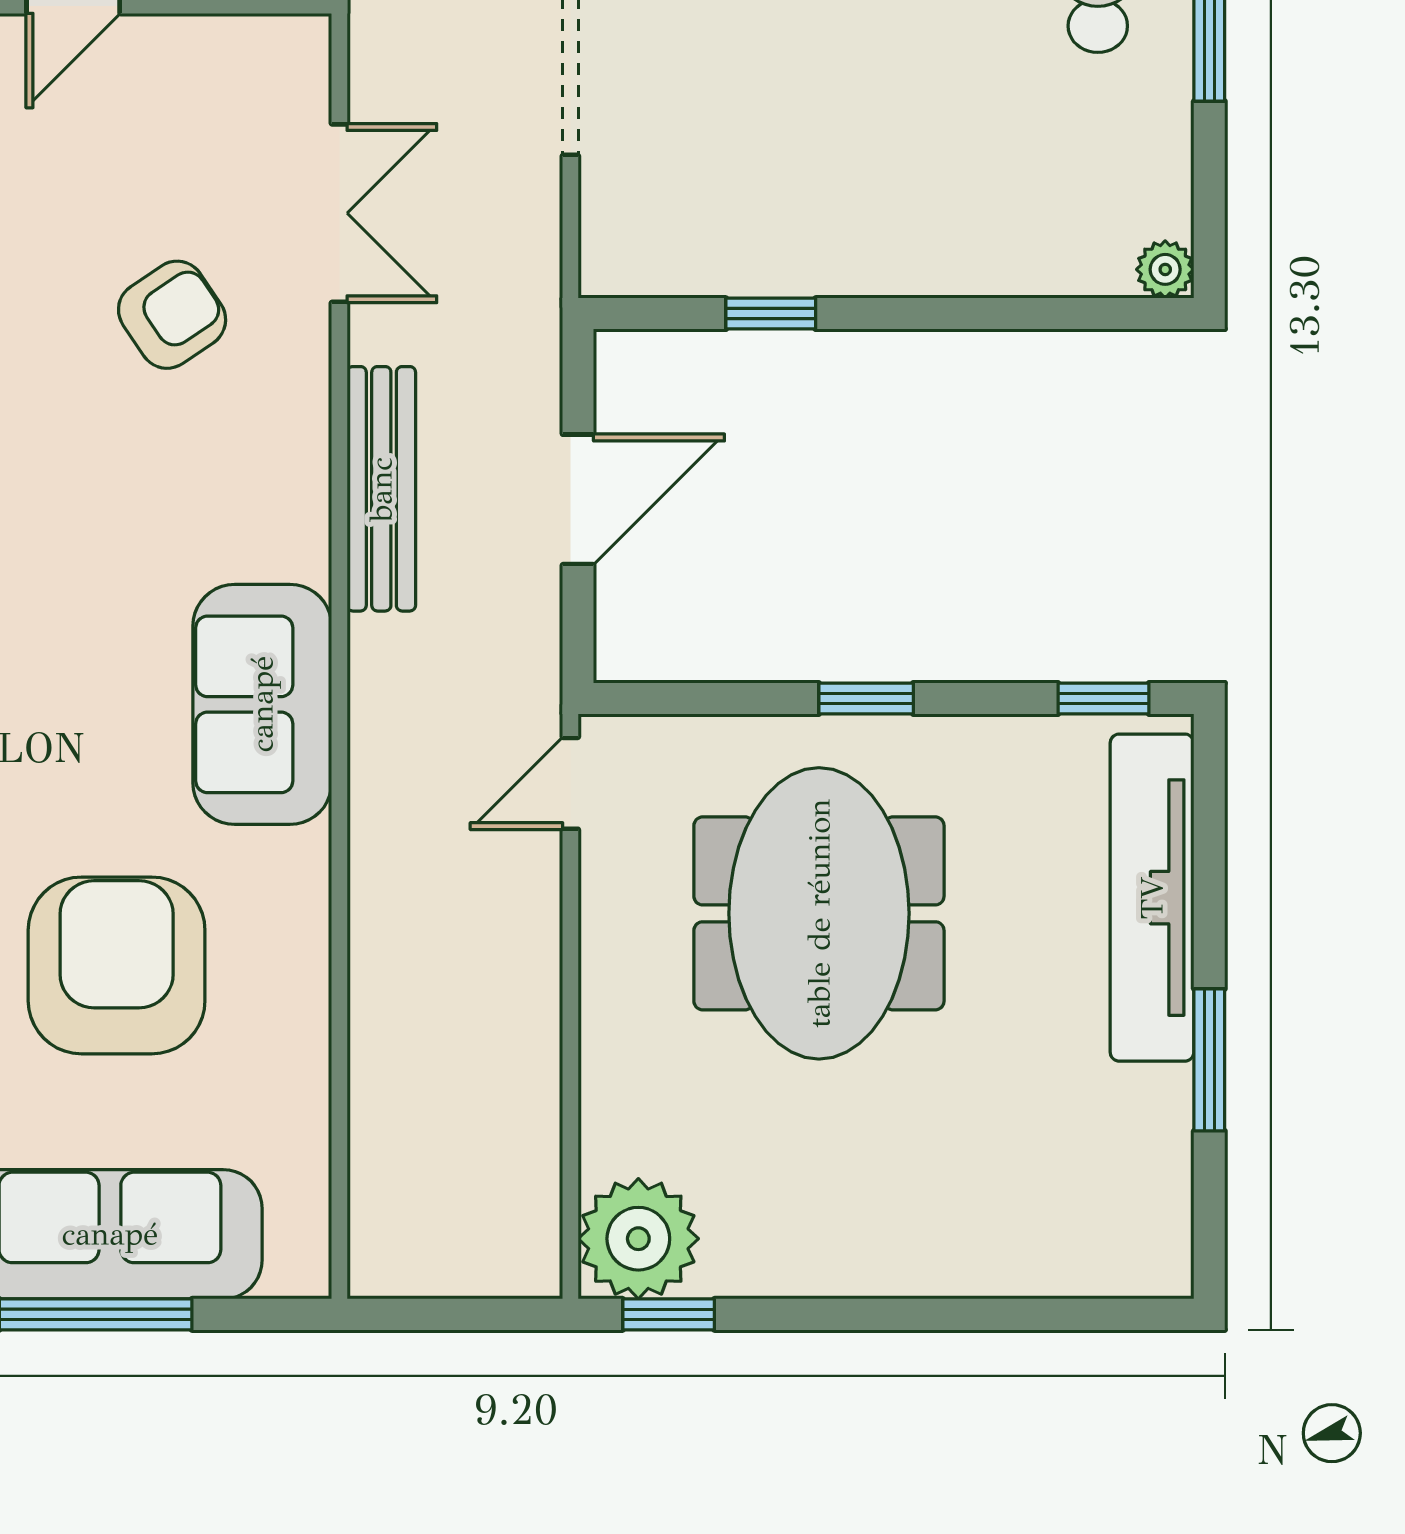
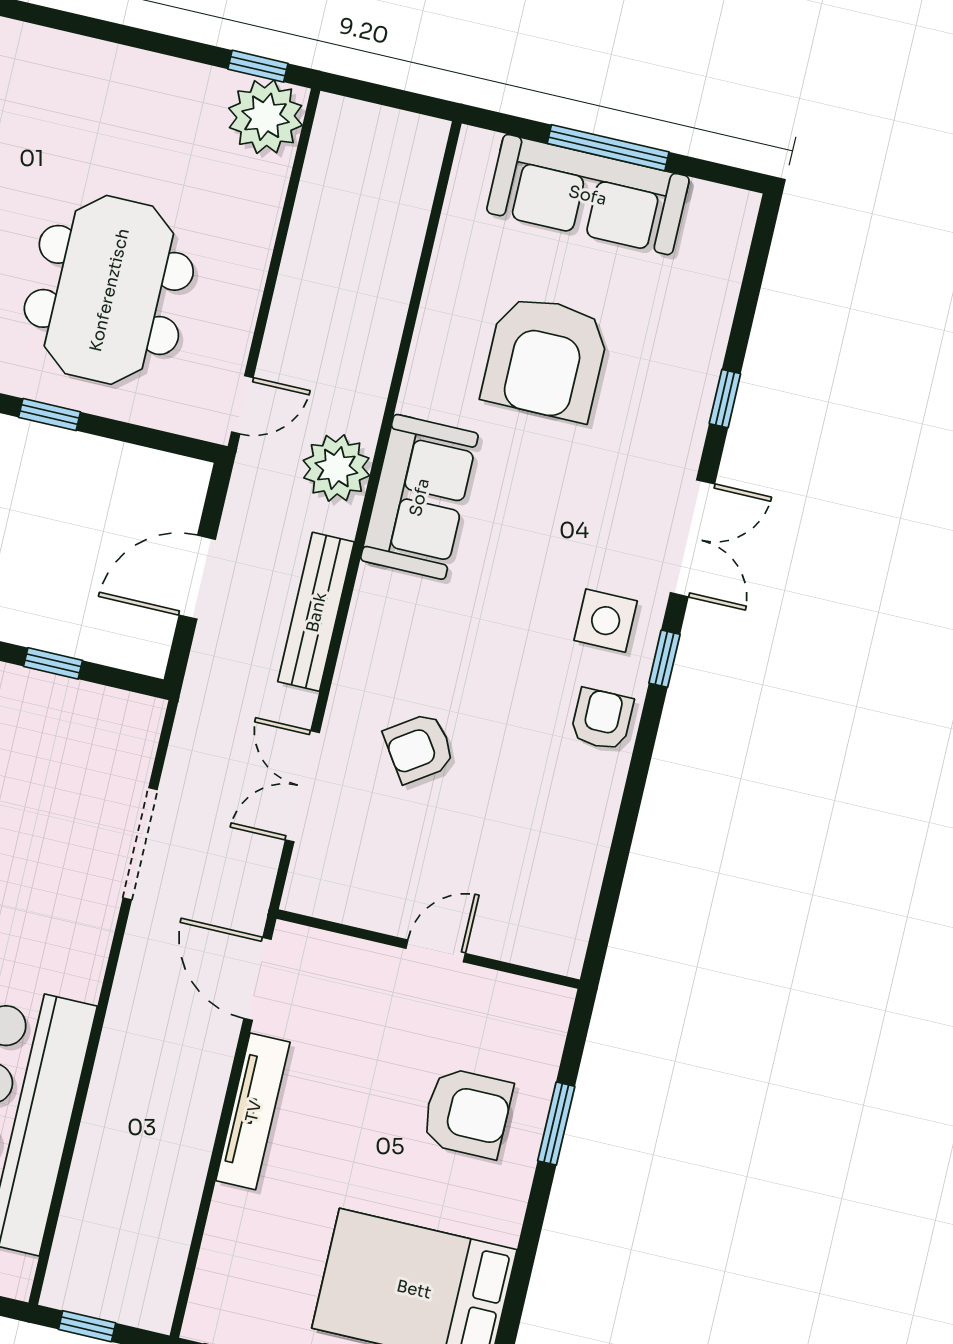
plant: (402, 719) -> (336, 468), added

